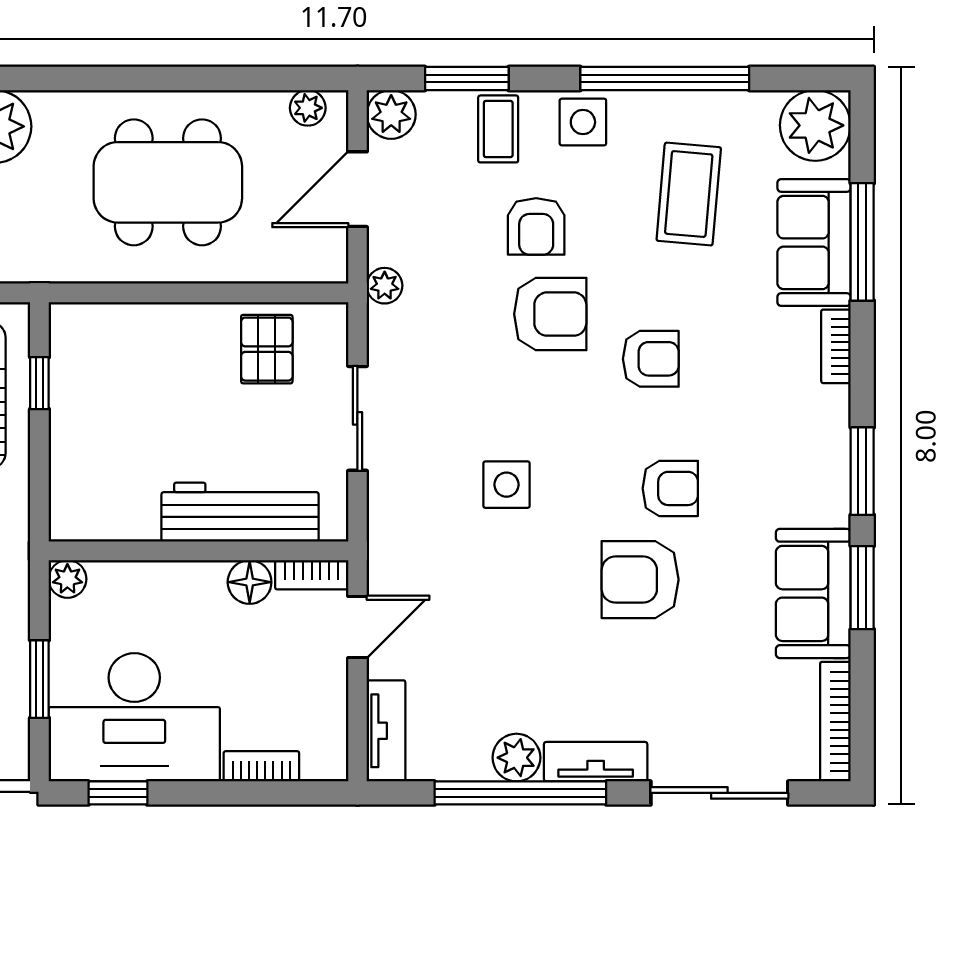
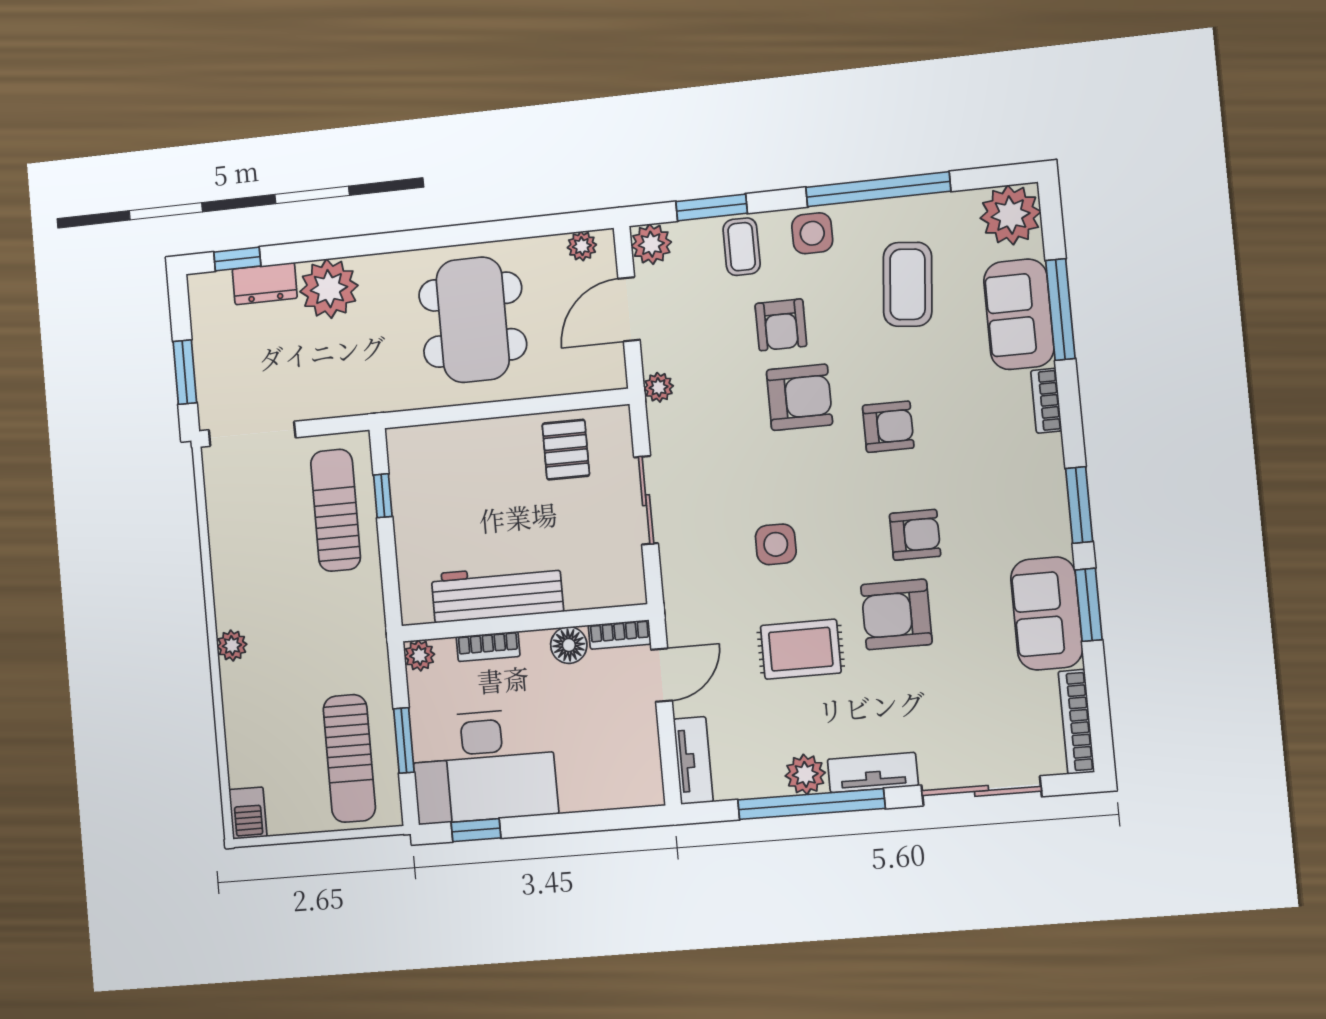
dining table: (168, 182) -> (473, 320), turned 90
workbench: (240, 512) -> (497, 593), moved
rug: (525, 611) -> (801, 649), added
bookcase: (261, 766) -> (488, 646), moved, turned 180

